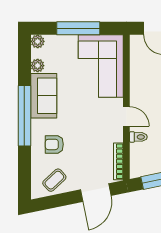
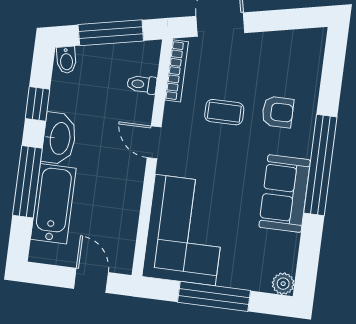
plant: (38, 66) -> (288, 244), removed
toilet: (138, 137) -> (142, 84), moved
coffee table: (54, 180) -> (224, 112), moved, turned 43

